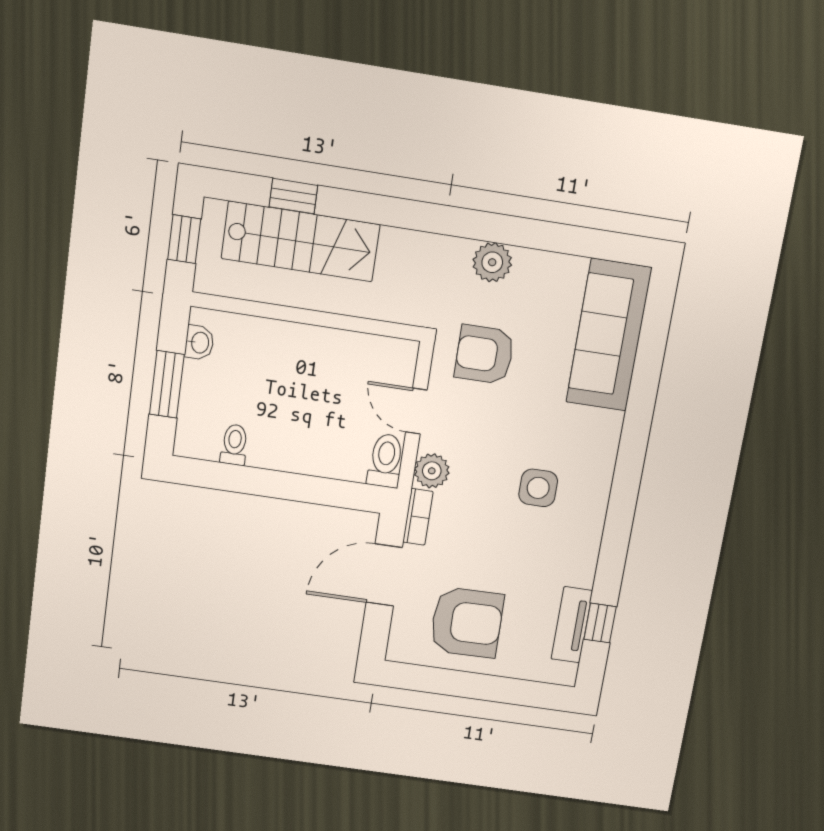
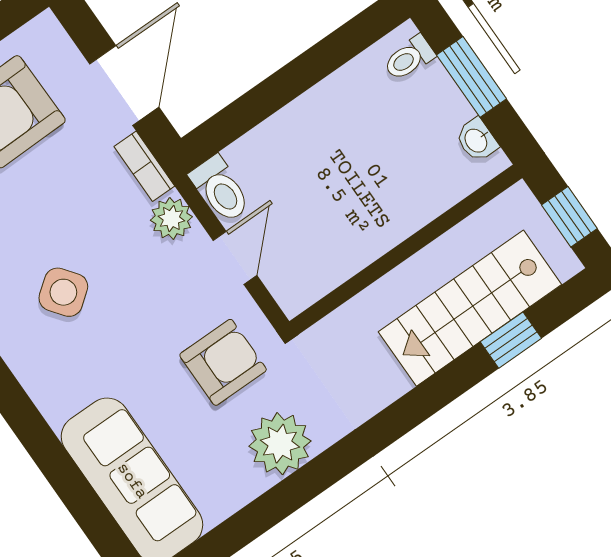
plant: (492, 262) -> (280, 444), width x1.36, depth x1.36
door: (416, 411) -> (235, 258), hinge flipped
toilet: (234, 445) -> (409, 58), moved, turned 90
side table: (538, 488) -> (63, 292), turned -37

